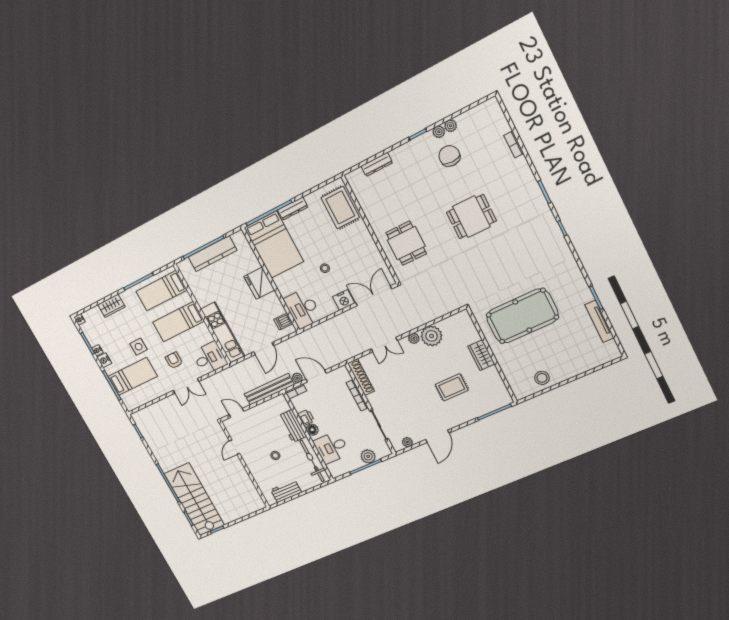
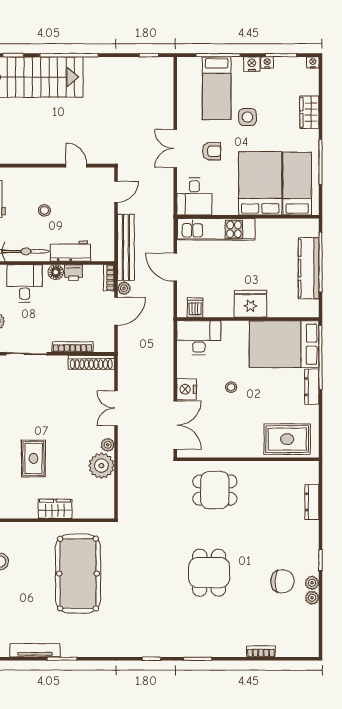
bed: (178, 322) -> (260, 183), width x1.50

